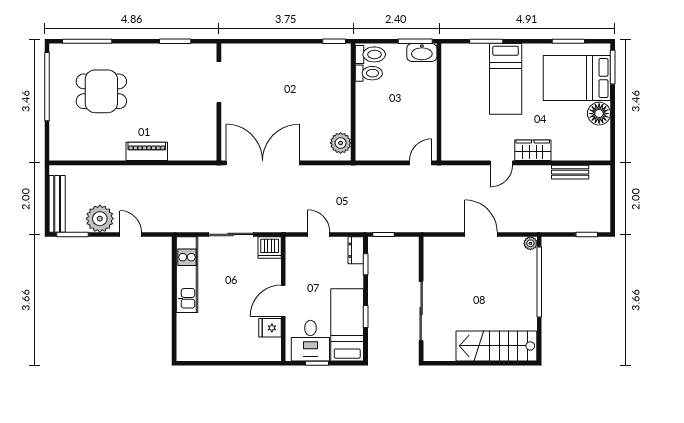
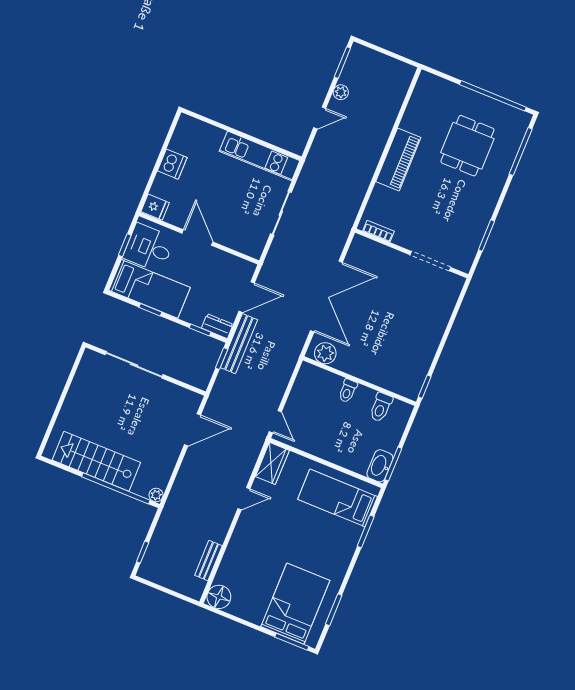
toilet: (370, 54) -> (348, 391), moved, width x0.73, depth x0.72
bed: (506, 79) -> (338, 498), moved
floor lamp: (599, 114) -> (219, 597), moved
bookcase: (211, 140) -> (378, 231), added
wardrobe: (533, 150) -> (272, 463), moved
piano: (147, 151) -> (398, 160), width x1.37, depth x1.33
double door: (263, 163) -> (326, 296), moved
door: (501, 163) -> (244, 499), swing flipped
bench: (57, 204) -> (239, 344), moved, turned 90
plant: (100, 219) -> (341, 92), width x0.53, depth x0.53
door: (319, 234) -> (247, 297), width x1.38
door: (481, 234) -> (192, 430), moved
dishwasher: (270, 247) -> (172, 164), moved, turned 180
fridge: (270, 328) -> (155, 207), moved, turned 90
stairs: (496, 346) -> (96, 461), moved, turned -90

